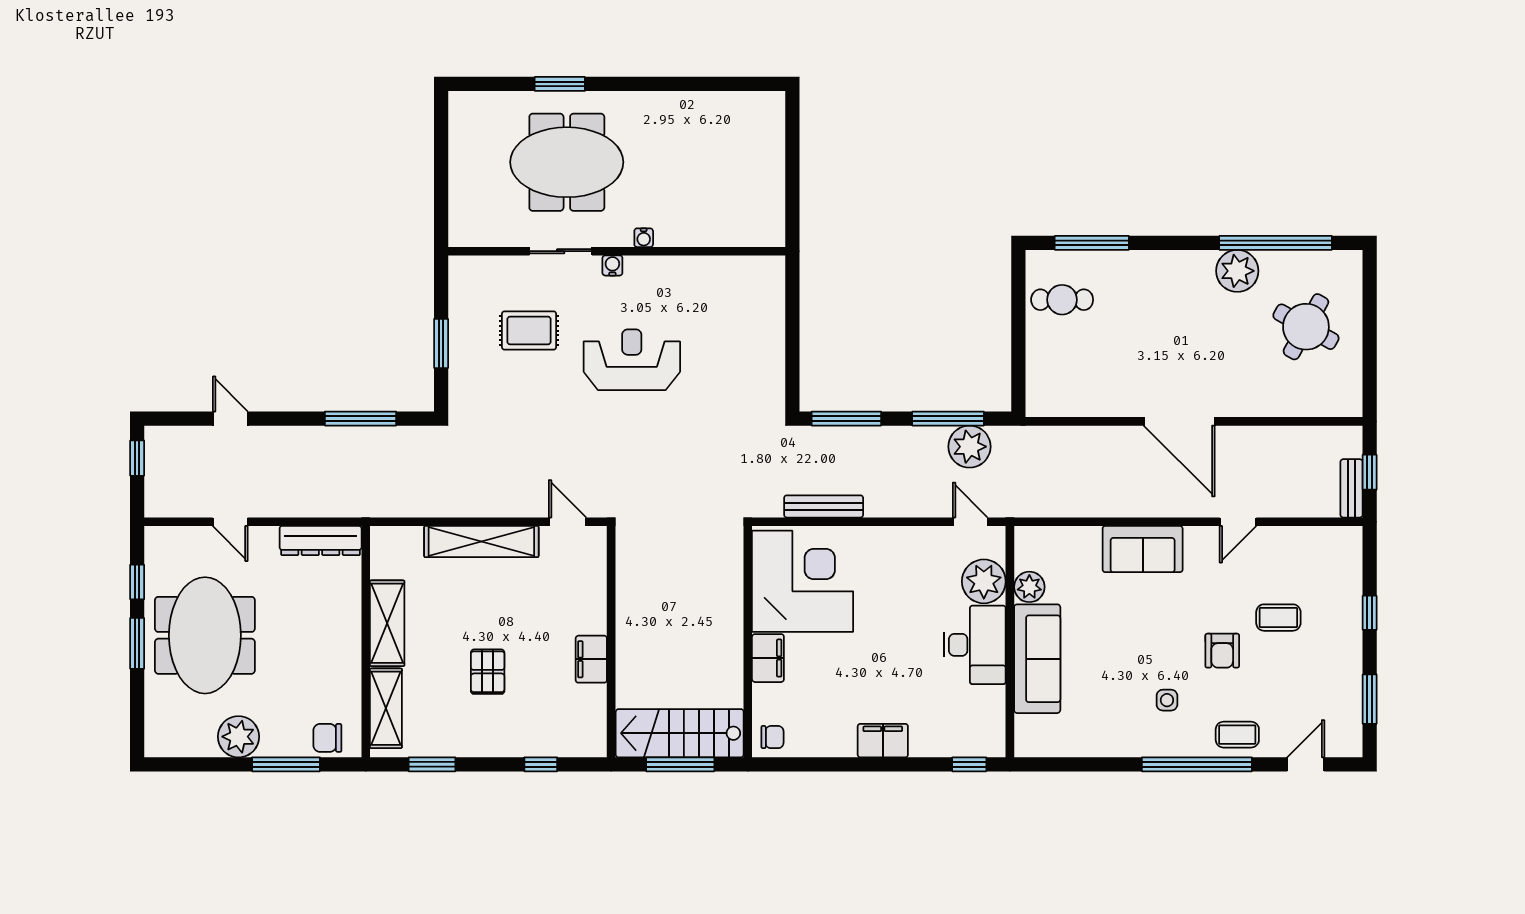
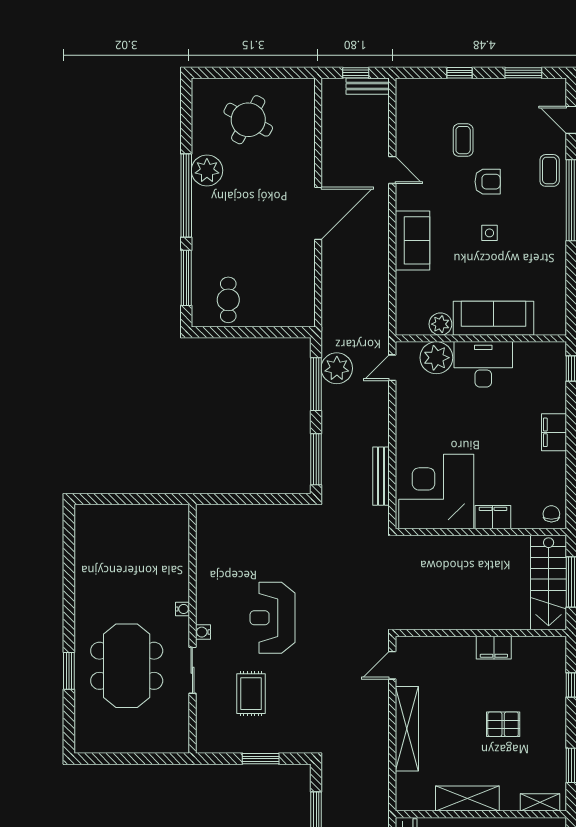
window: (1276, 243) -> (186, 195), moved
side table: (1167, 700) -> (489, 233), moved
shelving: (386, 708) -> (540, 802), width x0.67, depth x0.75

